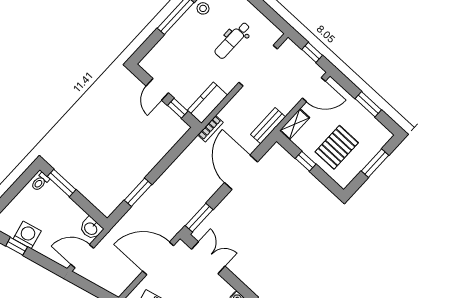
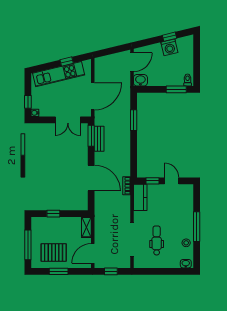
bench: (268, 126) -> (99, 139), moved
pallet: (337, 147) -> (54, 253), moved, turned 90
window: (306, 161) -> (53, 214), moved
window: (375, 163) -> (28, 245), width x1.44

